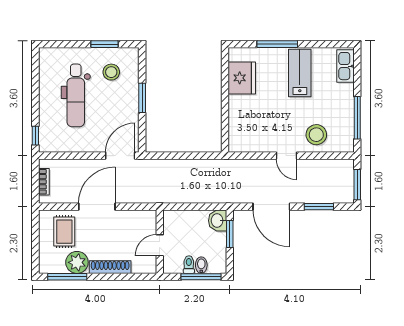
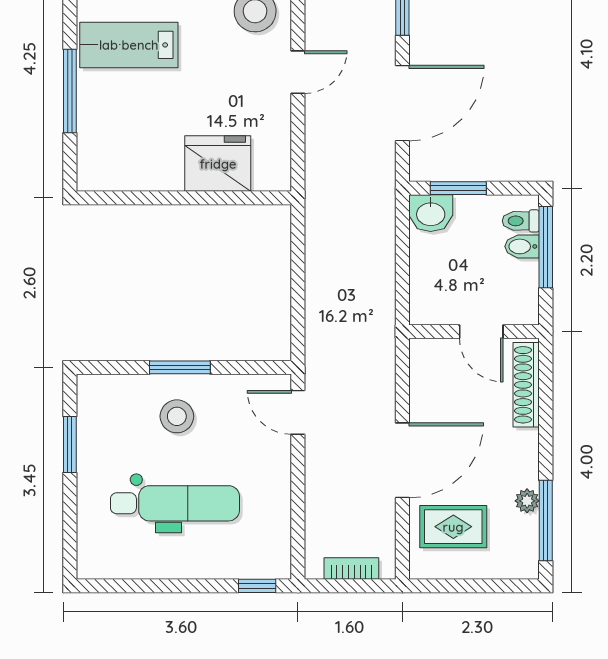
stool: (111, 72) -> (177, 416), moved
fridge: (242, 78) -> (218, 164), moved
door: (120, 156) -> (298, 412), width x0.73
door: (97, 207) -> (402, 460), swing flipped
plant: (77, 262) -> (527, 501), width x0.53, depth x0.53
toilet: (189, 265) -> (521, 221), moved
shoe rack: (110, 267) -> (526, 385), moved

